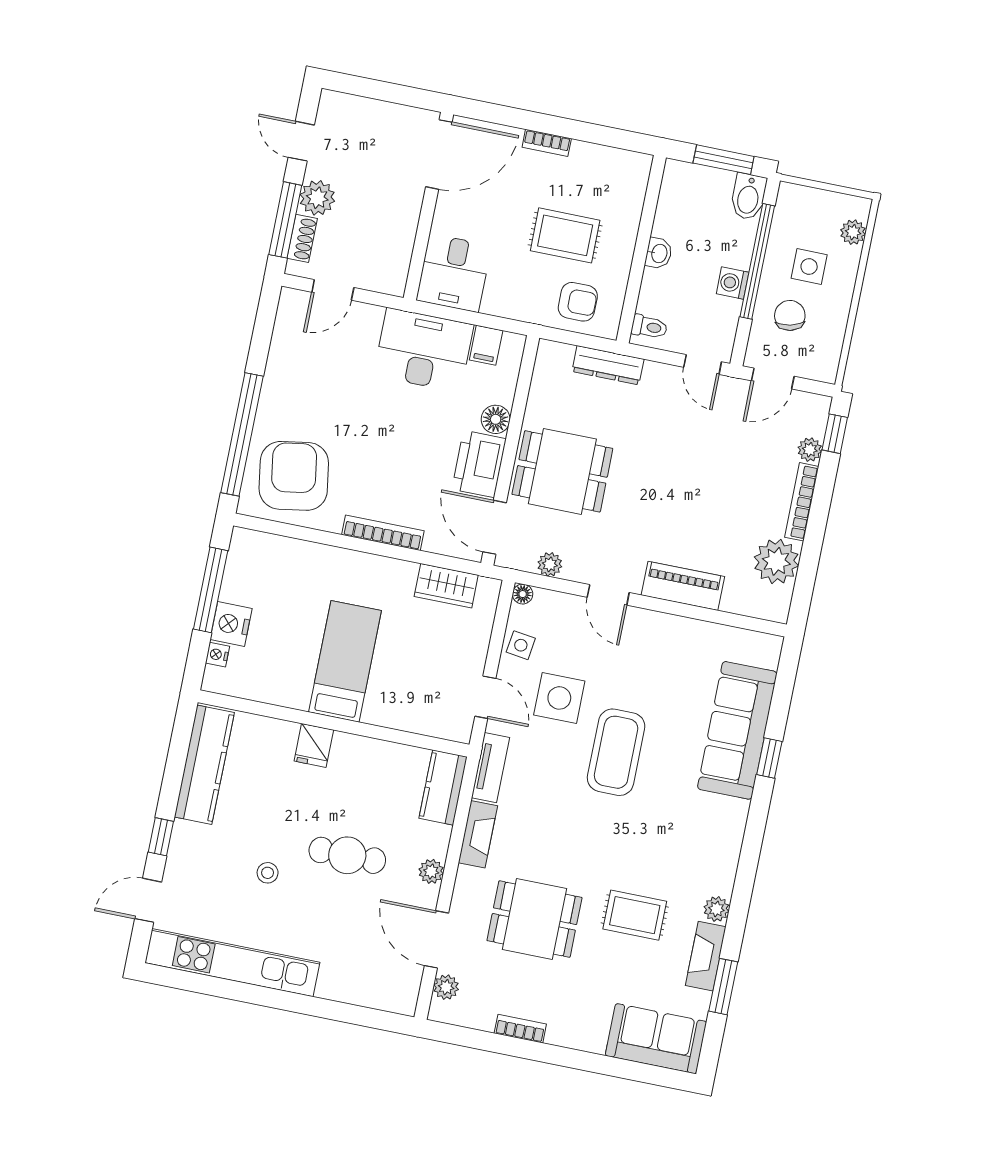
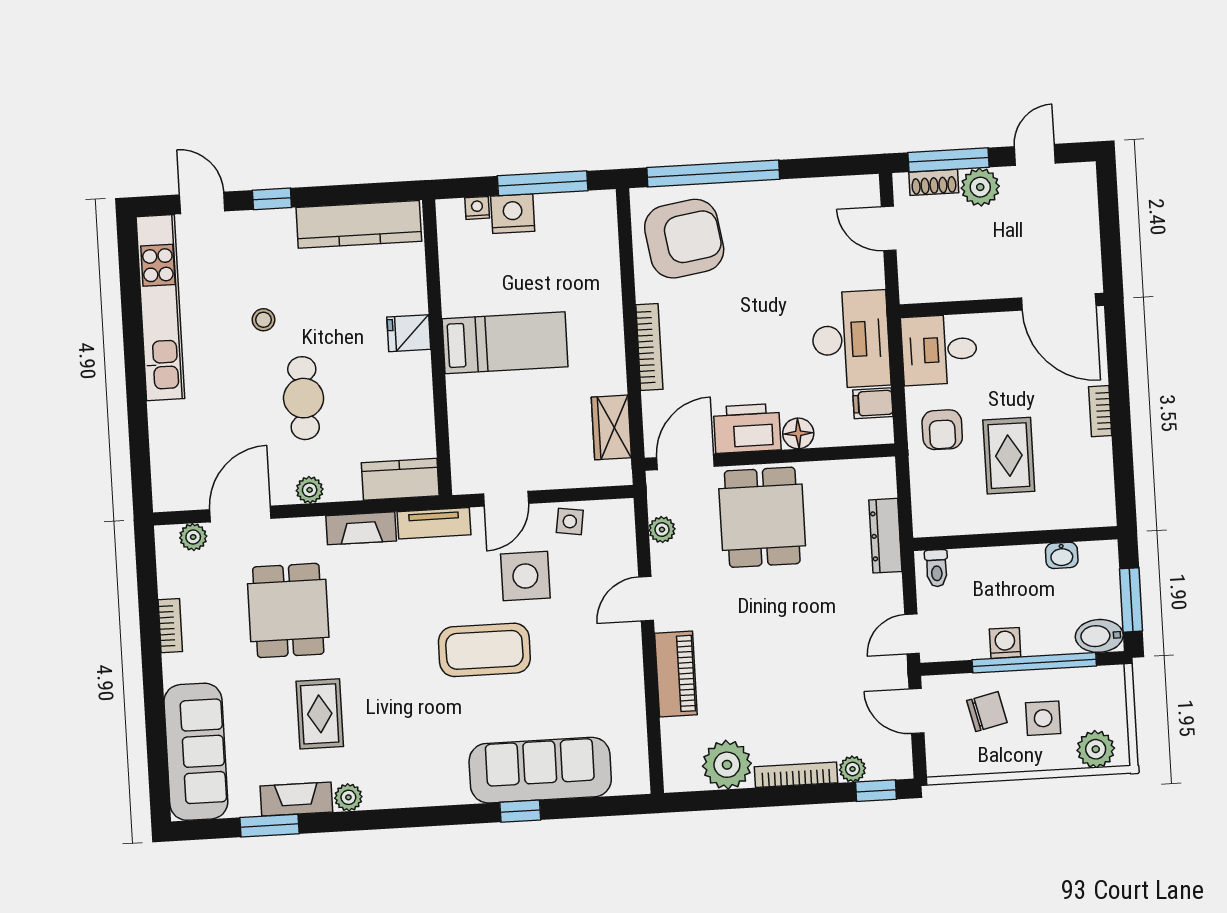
plant: (853, 232) -> (1096, 749), width x1.38, depth x1.38
washbasin: (659, 253) -> (1062, 555), moved
armchair: (578, 302) -> (942, 430), moved
floor lamp: (523, 594) -> (624, 509), removed
sofa: (656, 1039) -> (196, 752), width x1.36

